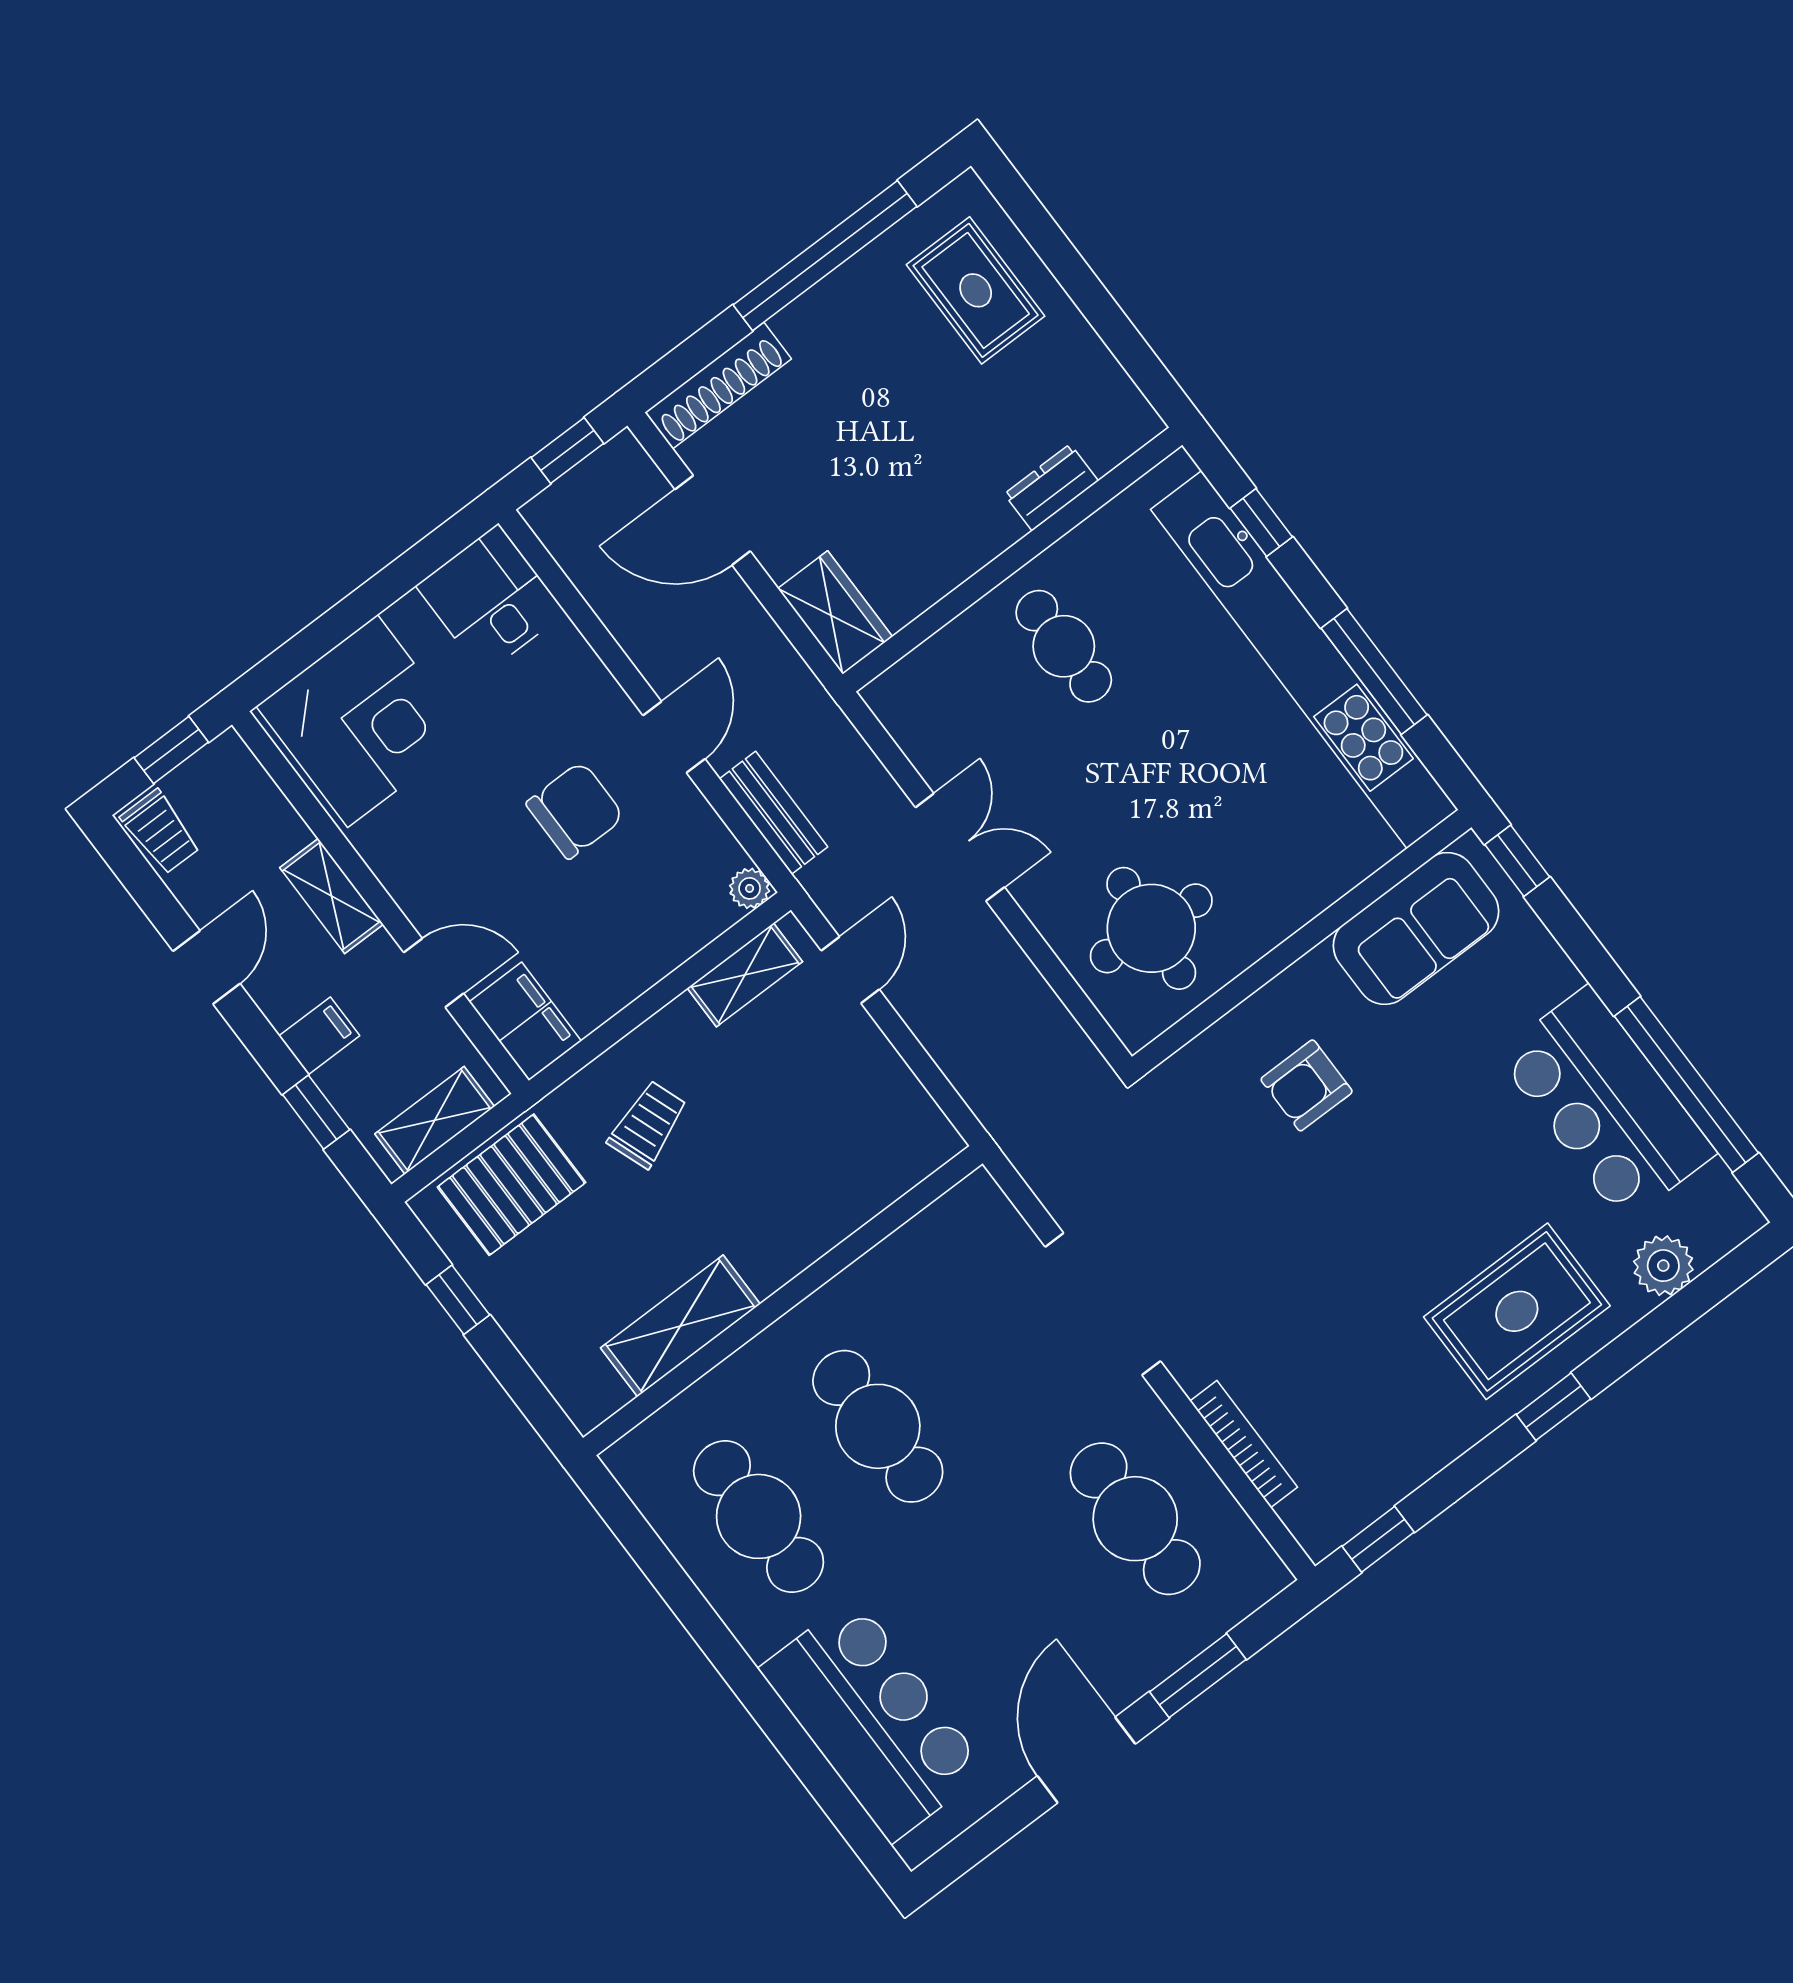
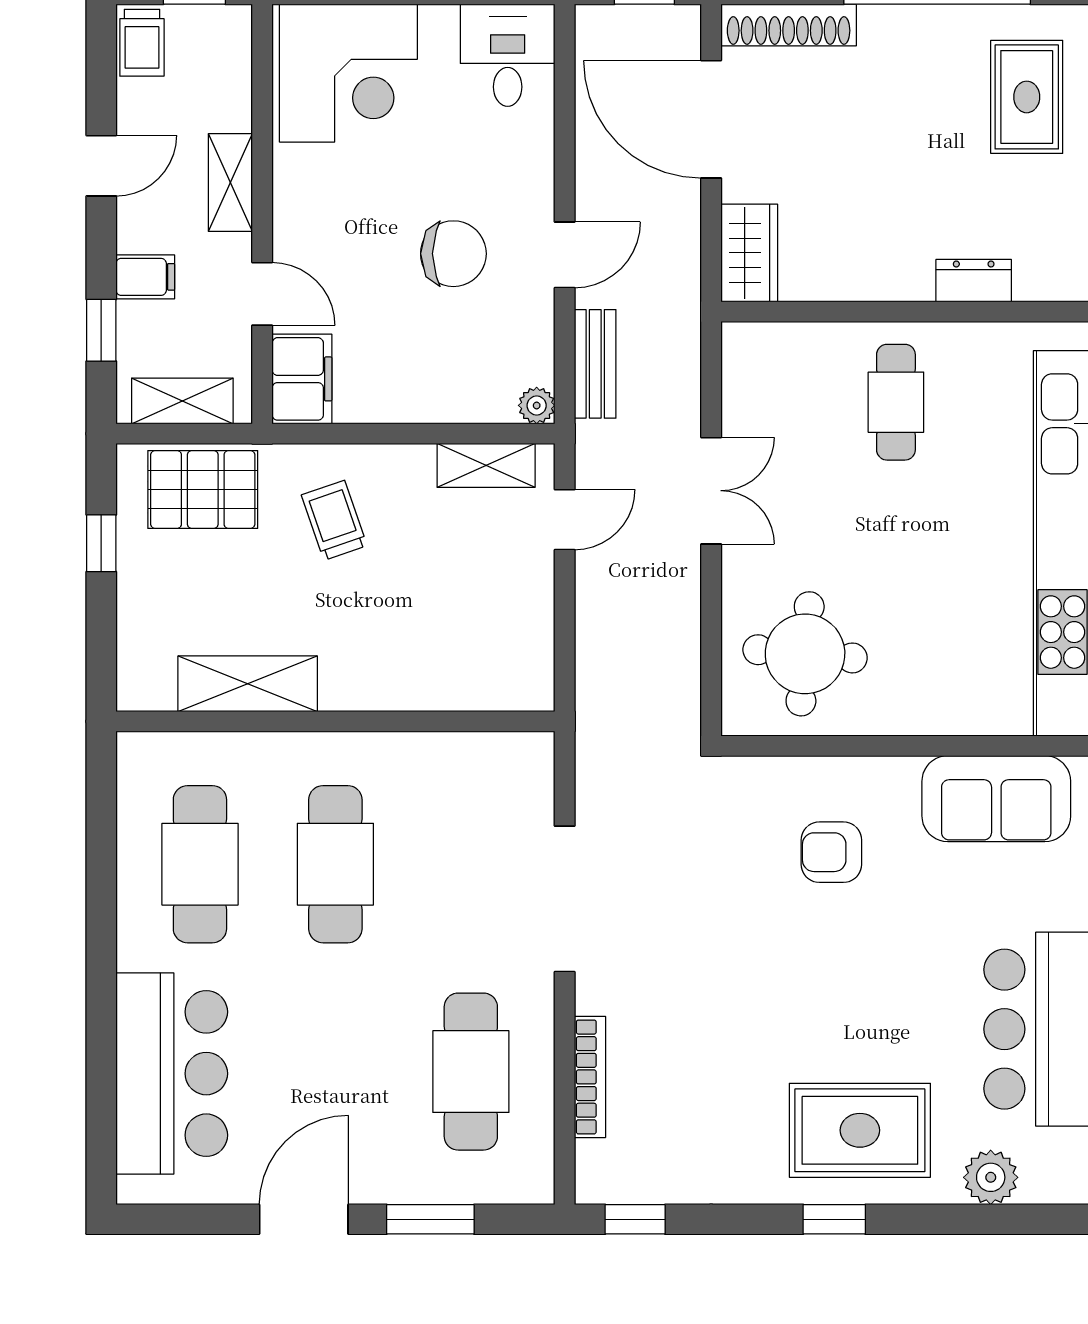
door: (713, 520) -> (711, 119), width x1.36
trolley: (648, 1124) -> (334, 520), turned -89

